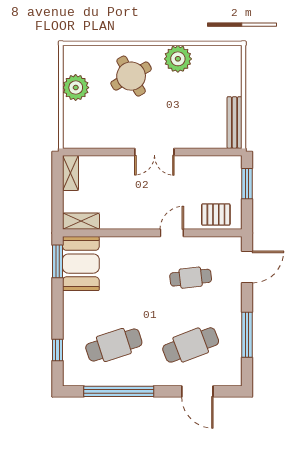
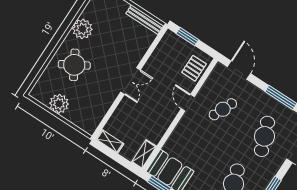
cafe table: (191, 278) -> (223, 109), turned 30

